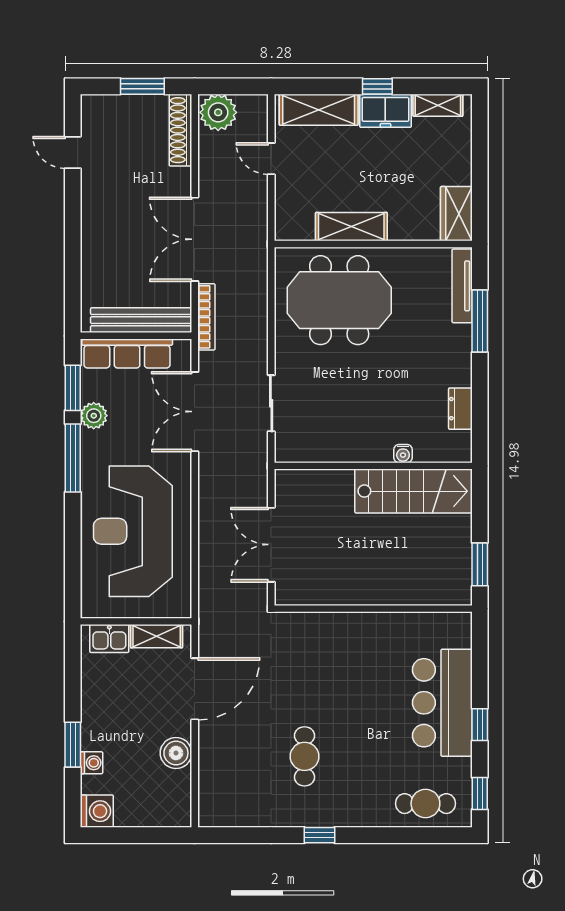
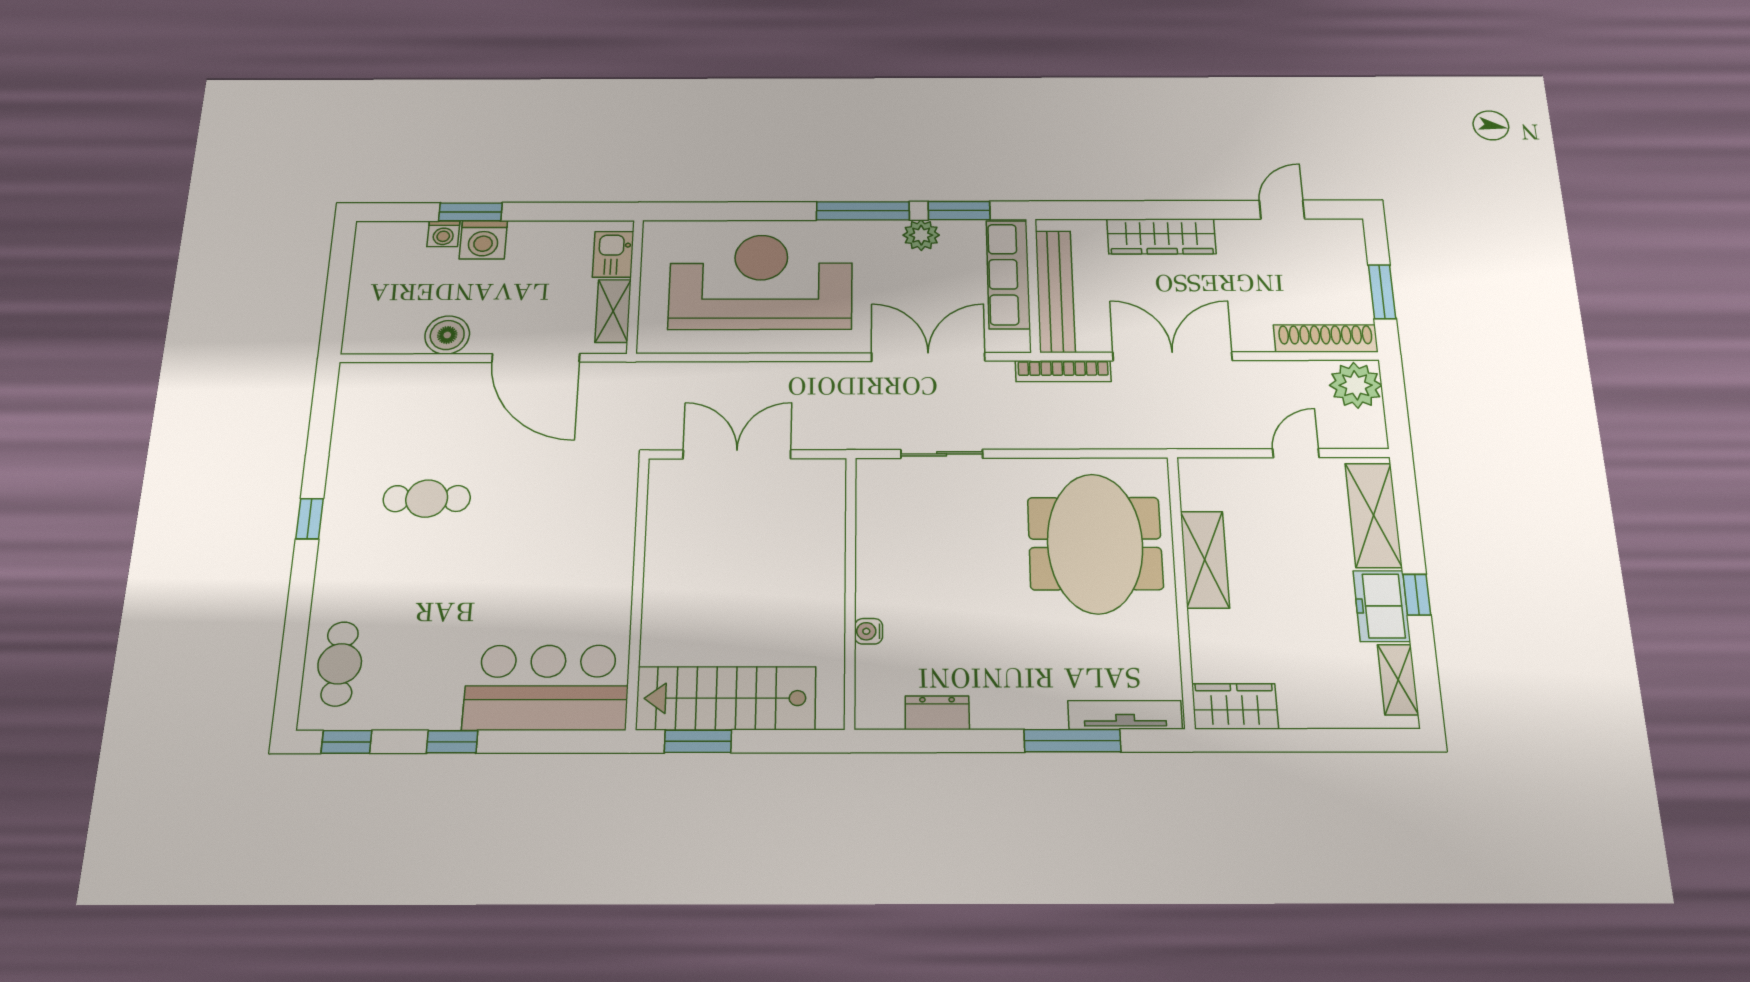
wardrobe: (95, 242) -> (1161, 236), added
stairs: (414, 491) -> (726, 698), moved, turned 90
bar counter: (442, 703) -> (547, 687), moved
washing machine: (97, 811) -> (483, 240), moved

